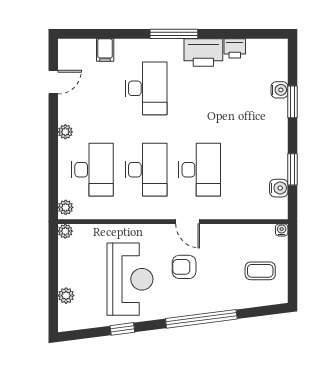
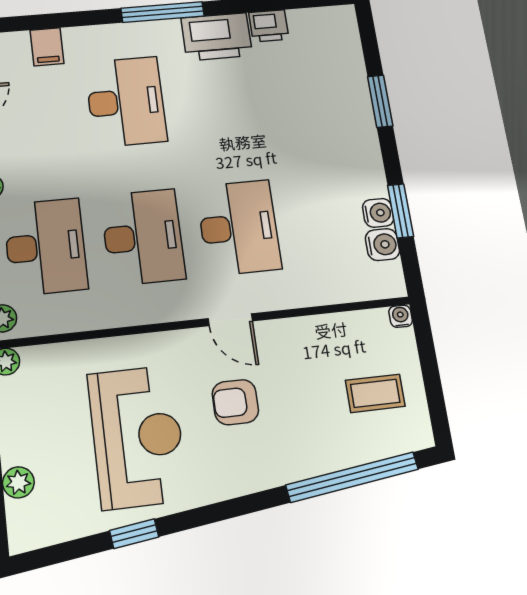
water cooler: (279, 90) -> (378, 213), moved
window: (201, 319) -> (352, 477), moved

